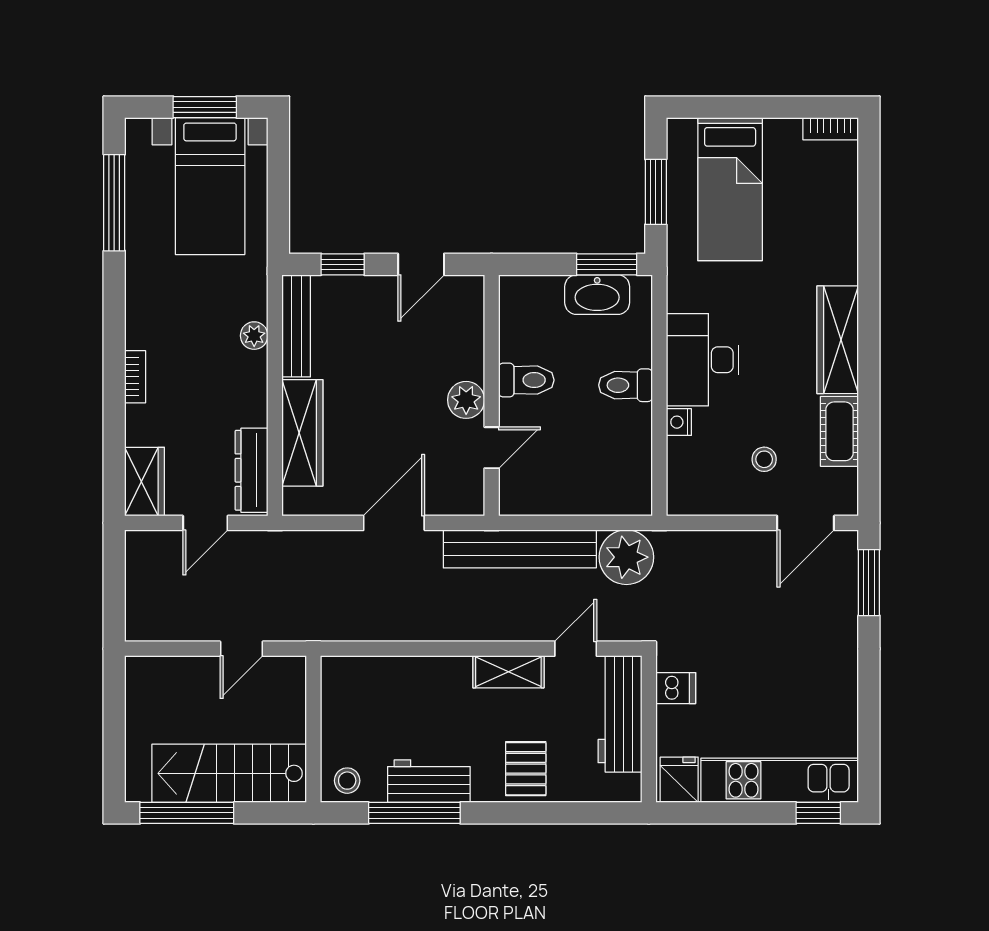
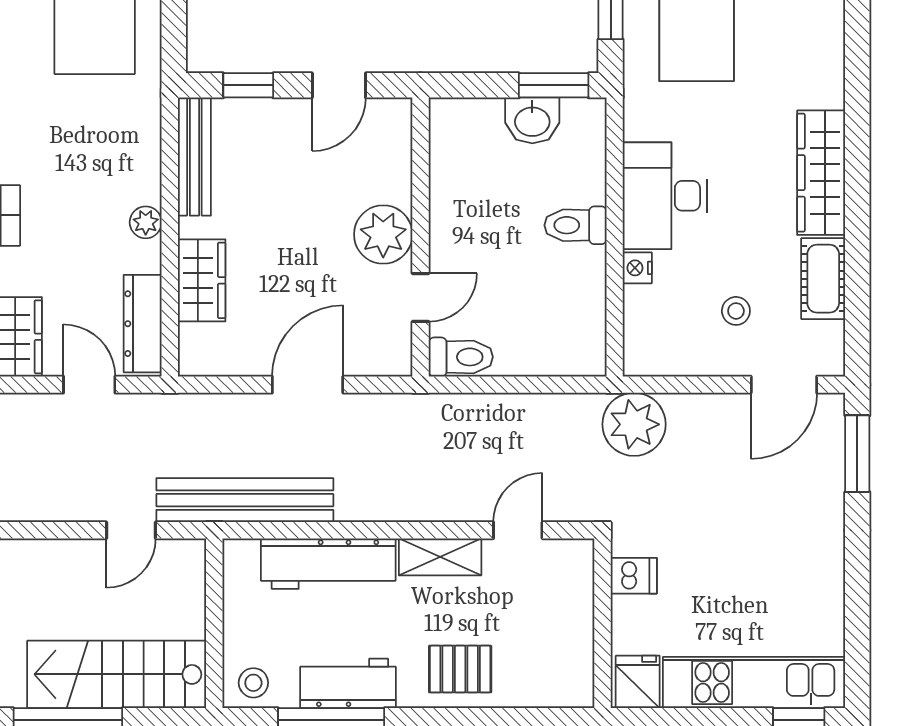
washbasin: (597, 295) -> (532, 120), width x0.72
plant: (254, 336) -> (146, 222), moved
toilet: (526, 380) -> (461, 357), moved
plant: (466, 400) -> (383, 234), width x1.36, depth x1.36
wardrobe: (302, 433) -> (202, 280), width x0.67
door: (205, 523) -> (89, 385), swing flipped
bench: (520, 549) -> (245, 500), moved
plant: (626, 557) -> (634, 424), moved
workbench: (620, 714) -> (328, 564), moved, turned -90
pallet: (526, 769) -> (460, 669), turned 90

